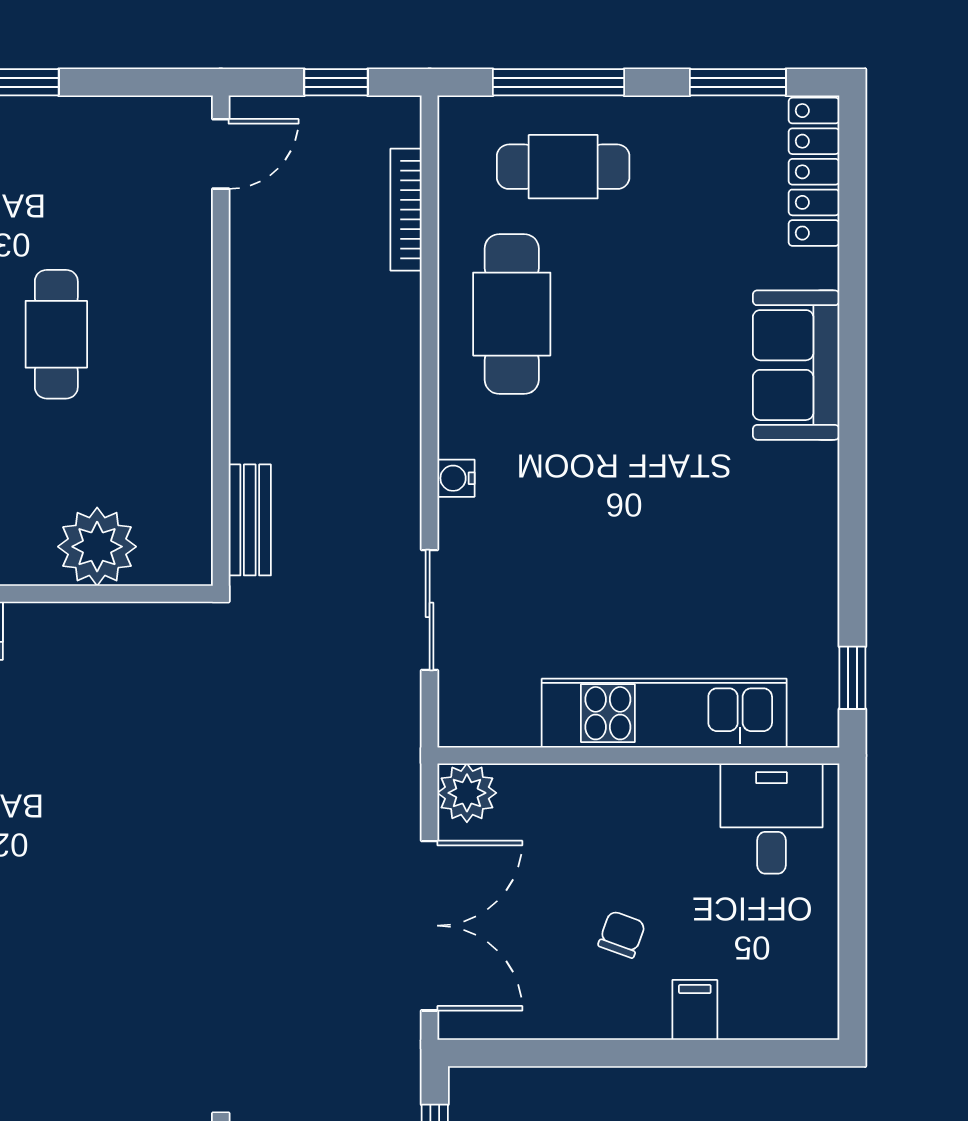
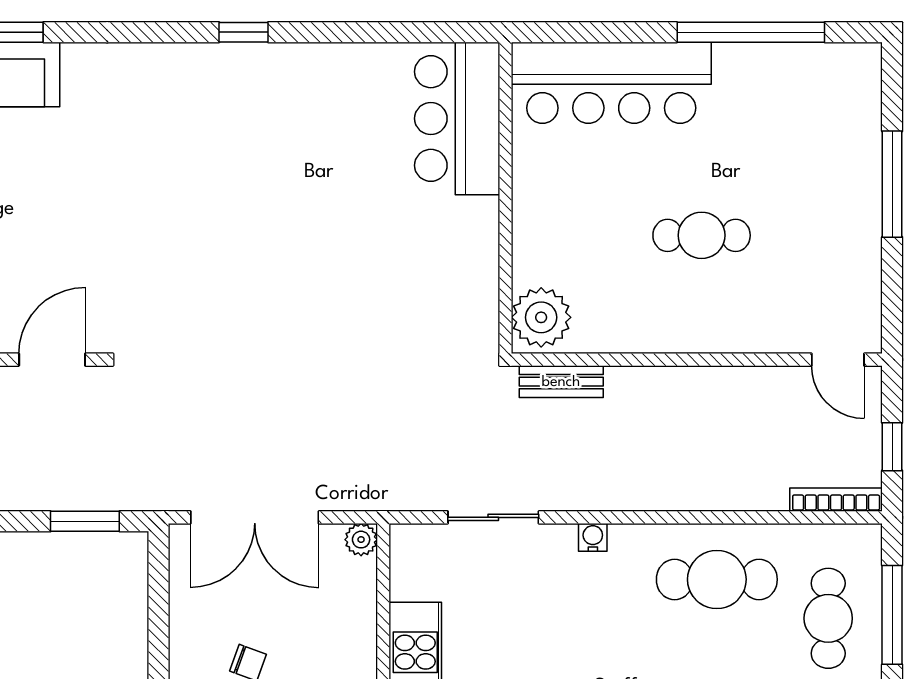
bookcase: (406, 210) -> (836, 500), moved
plant: (97, 547) -> (541, 317), moved
plant: (467, 793) -> (361, 540), width x0.73, depth x0.73

